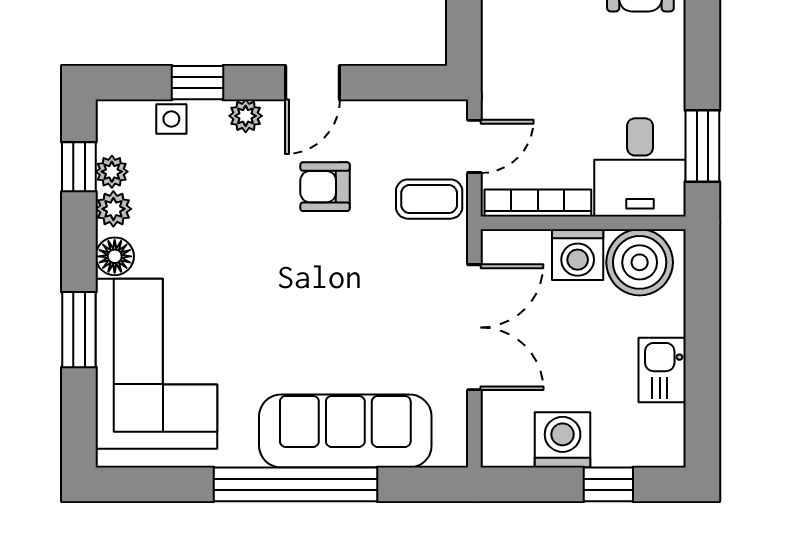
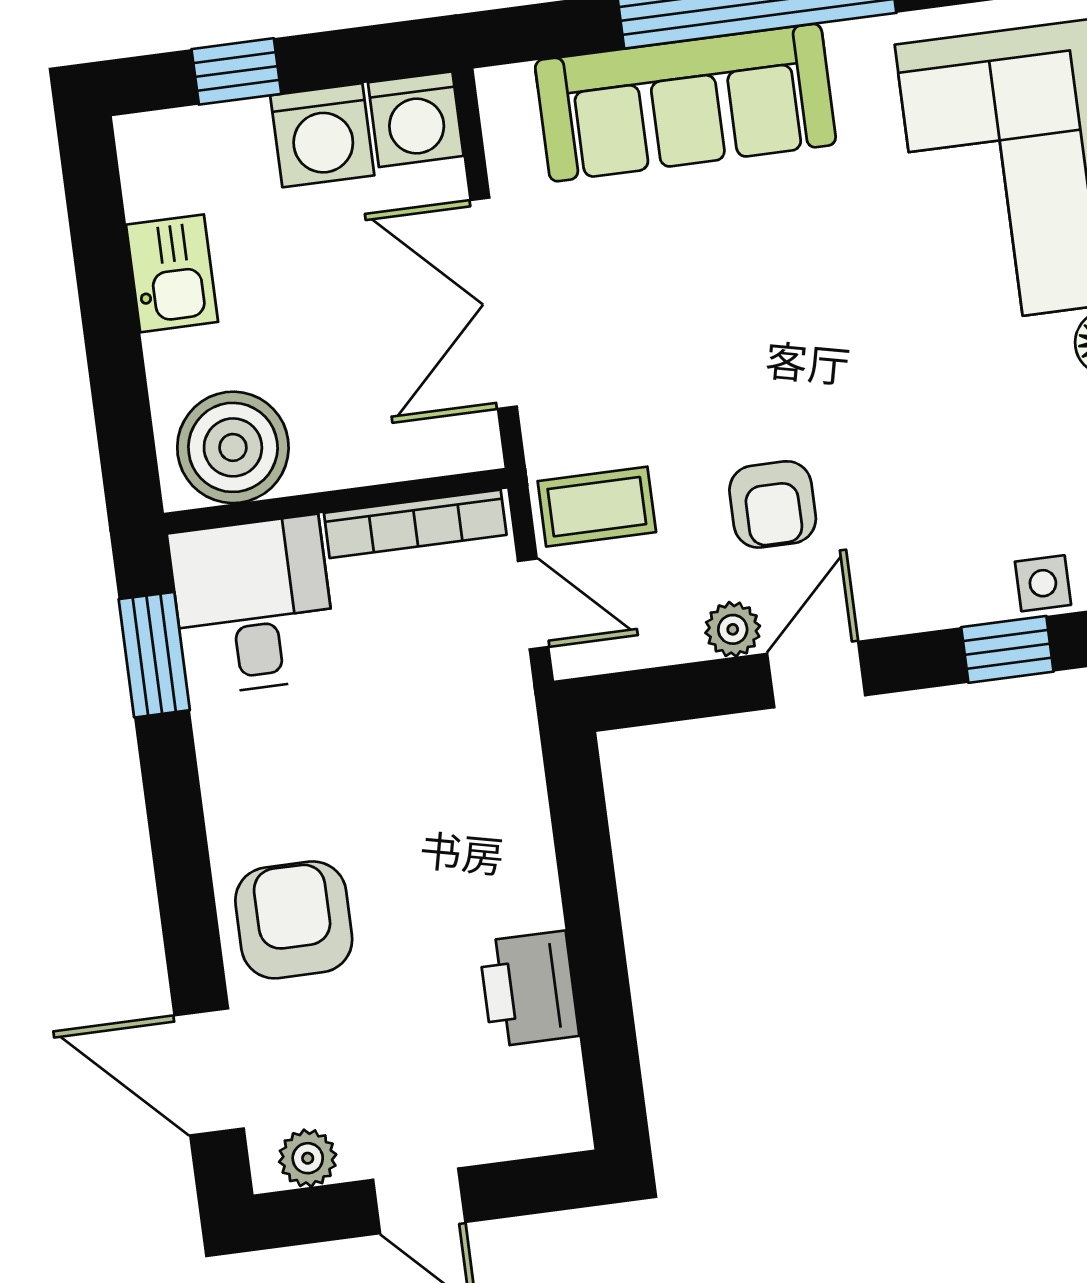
plant: (246, 116) -> (733, 629), moved
door: (474, 146) -> (533, 604), swing flipped
armchair: (325, 187) -> (773, 504), turned 90
washing machine: (578, 255) -> (416, 119), moved, turned 180

